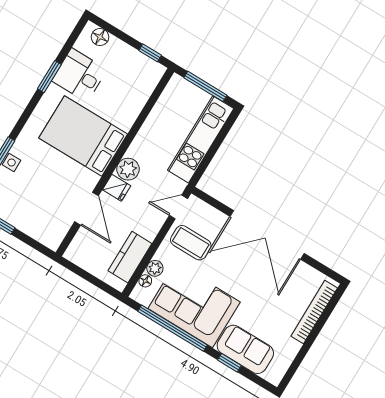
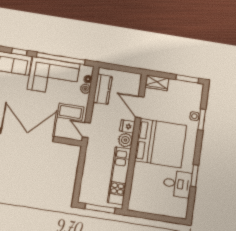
floor lamp: (100, 37) -> (175, 212), removed
window: (150, 53) -> (141, 215), removed
bed: (83, 136) -> (161, 143), width x1.36
kitchen unit: (201, 139) -> (119, 176), moved, turned 180
door: (178, 207) -> (86, 130), swing flipped
wardrobe: (46, 234) -> (157, 83), added

